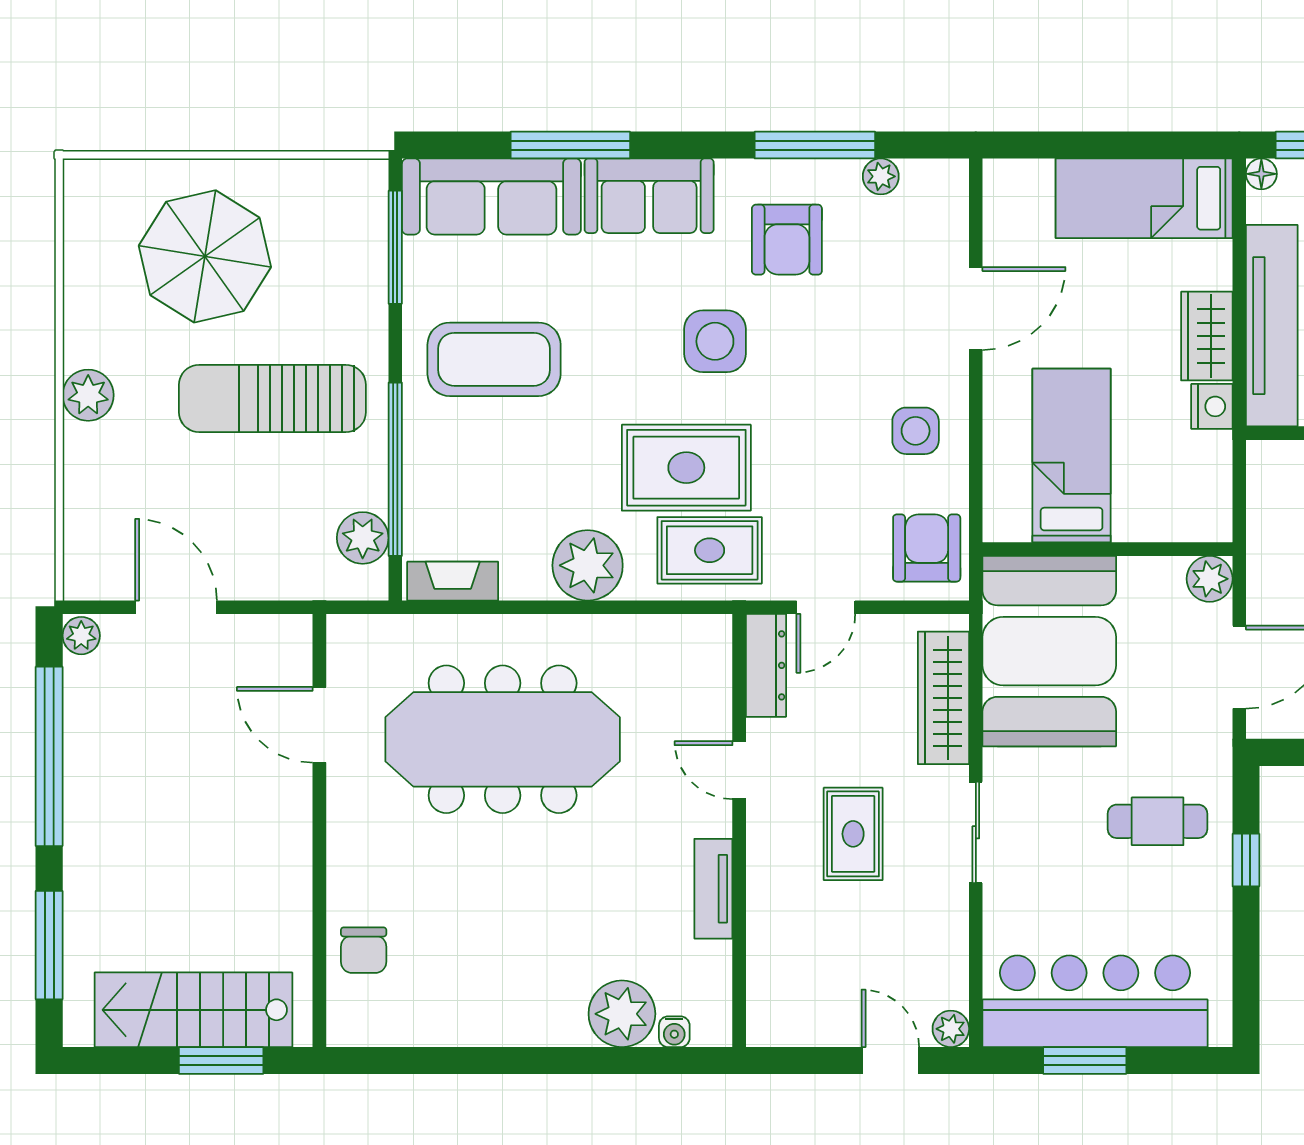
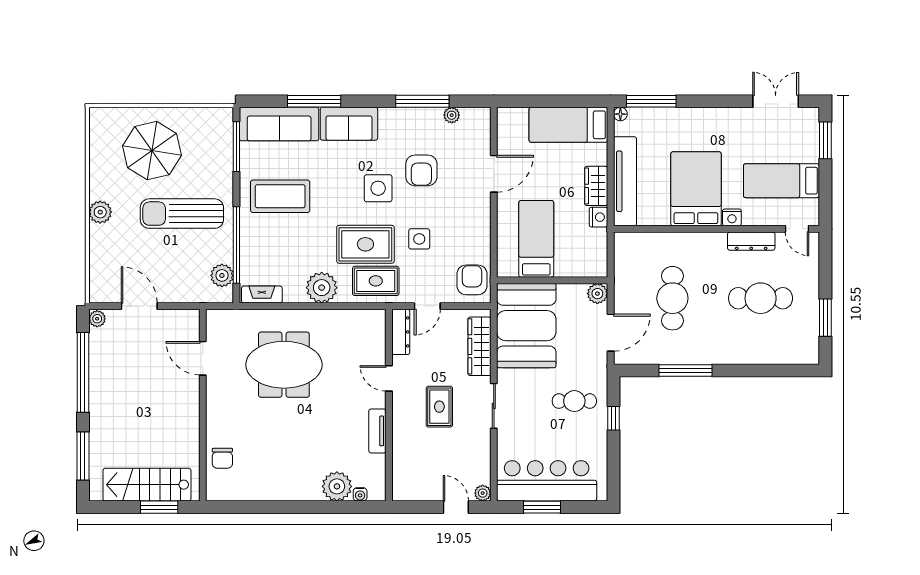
armchair: (787, 240) -> (421, 170), moved
side table: (916, 431) -> (419, 239), moved
meeting table: (503, 739) -> (284, 365), width x0.73

